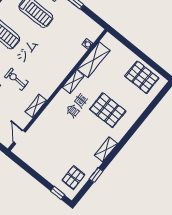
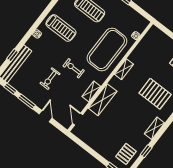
exercise mat: (54, 59) -> (107, 49), added
shelving: (93, 60) -> (103, 100), moved

